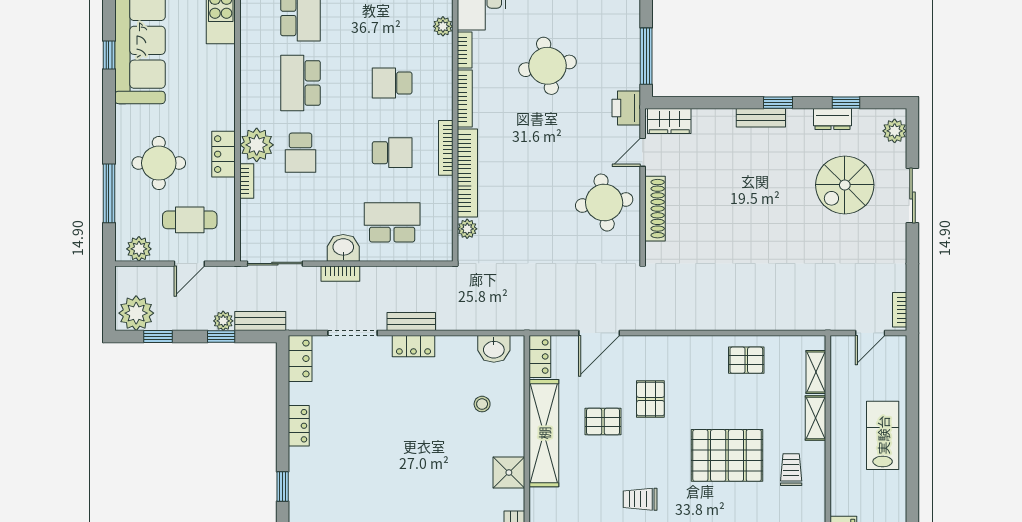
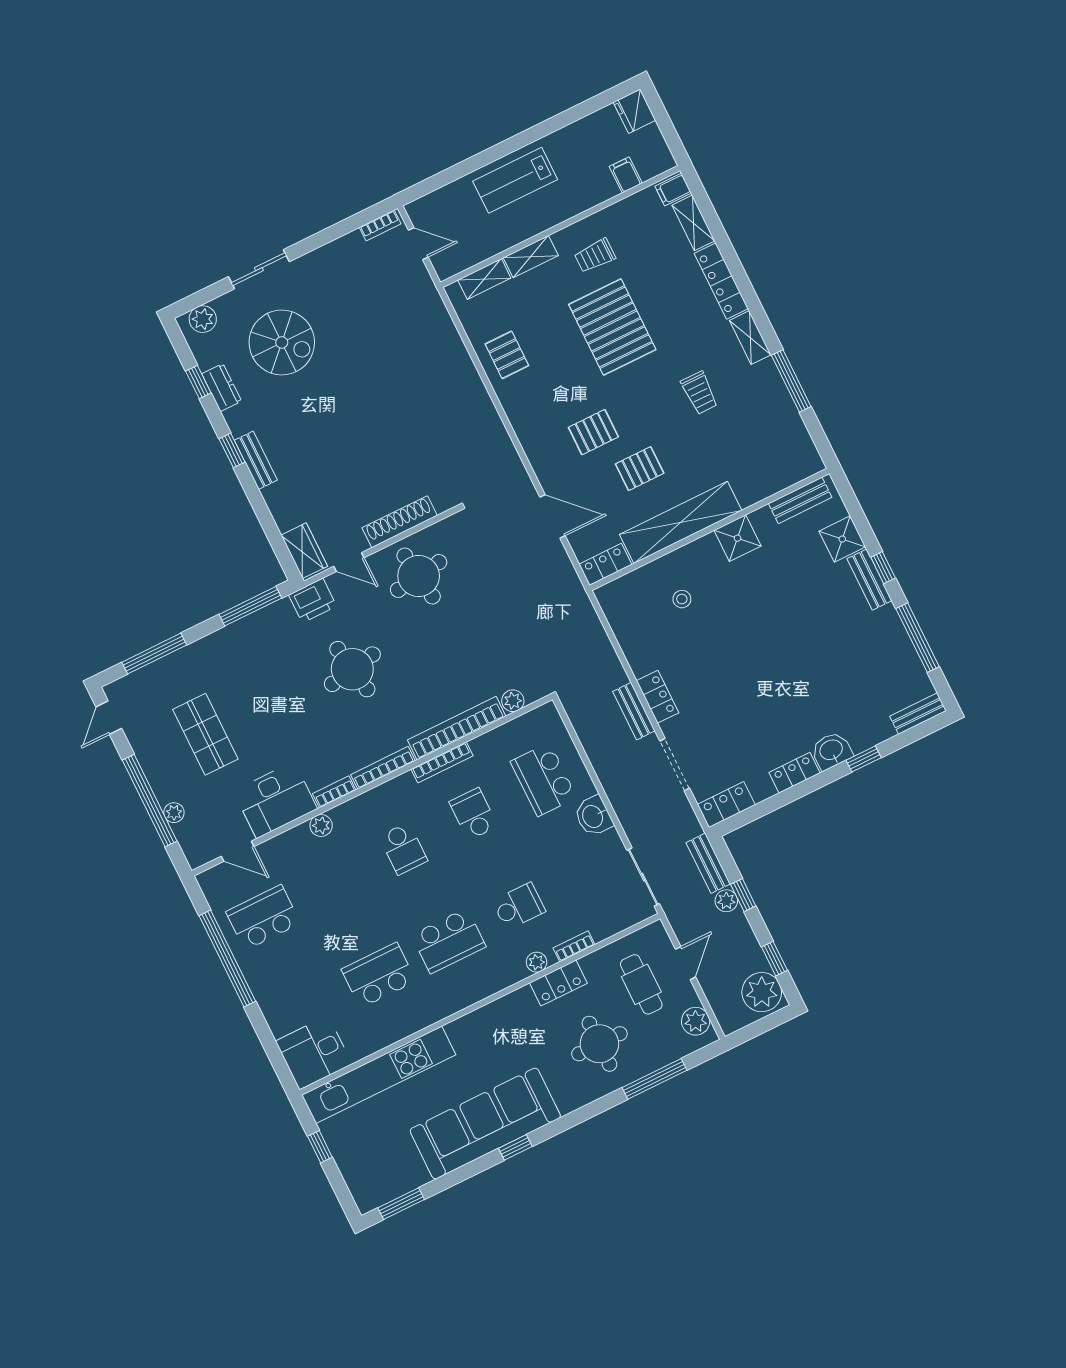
round table: (547, 66) -> (352, 669), moved
plant: (257, 145) -> (537, 962), width x0.53, depth x0.53
door: (189, 264) -> (685, 963), hinge flipped
bookcase: (340, 274) -> (621, 806), removed
washbasin: (494, 349) -> (831, 751), moved, turned -90
pallet: (603, 422) -> (640, 469), turned 90

